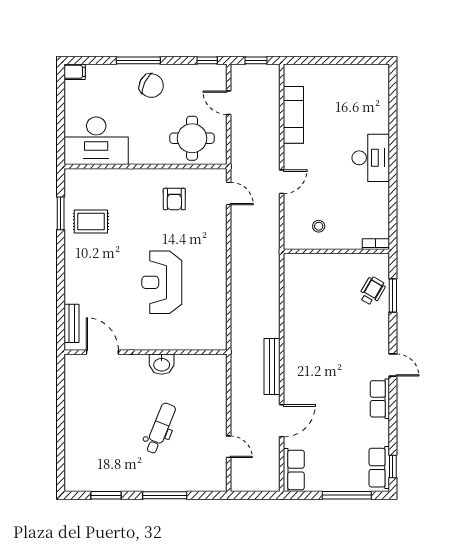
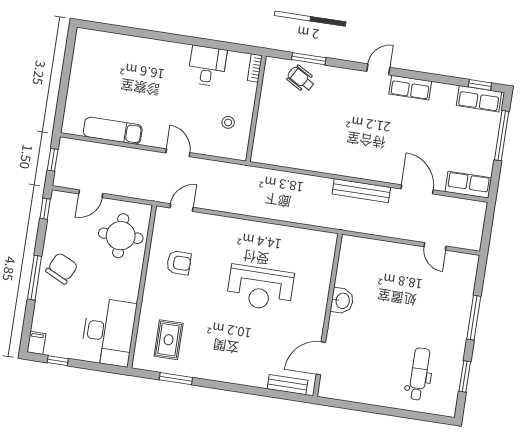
window: (61, 95) -> (58, 361), added
desk: (371, 158) -> (207, 66), moved, width x0.73
rug: (91, 222) -> (169, 340), moved
dental chair: (160, 428) -> (419, 374), moved, turned 68
door: (229, 447) -> (435, 246), swing flipped

